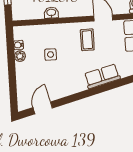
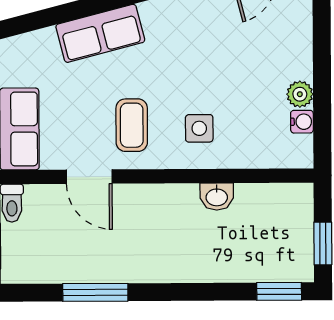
side table: (50, 55) -> (199, 128), moved

